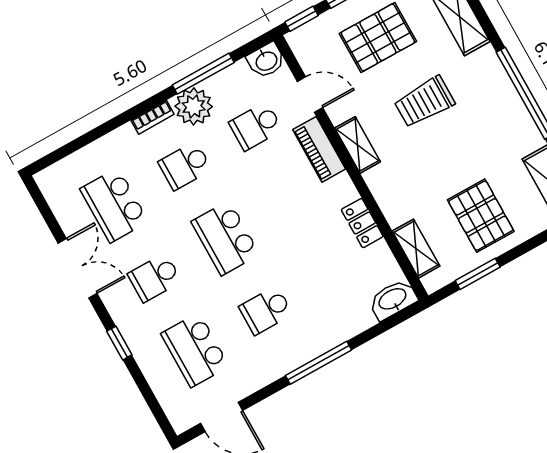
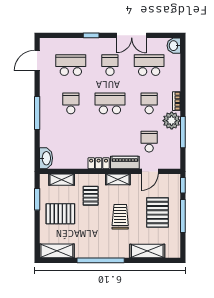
washbasin: (266, 60) -> (174, 46), moved
pallet: (416, 178) -> (91, 196), added
locker: (362, 223) -> (99, 163), moved

